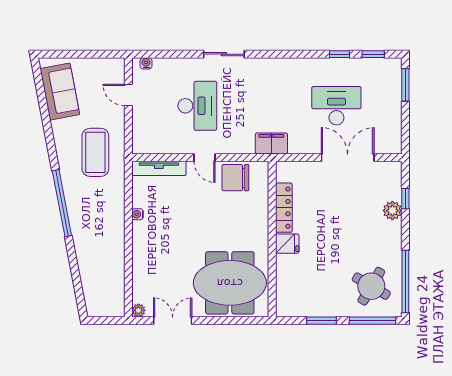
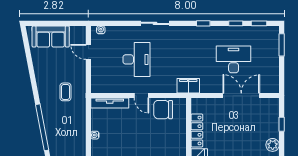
window: (293, 54) -> (203, 23), added
sofa: (60, 92) -> (51, 36), moved, turned 101
coffee table: (95, 152) -> (65, 92), width x0.54, depth x0.58
plant: (392, 211) -> (273, 145), moved

